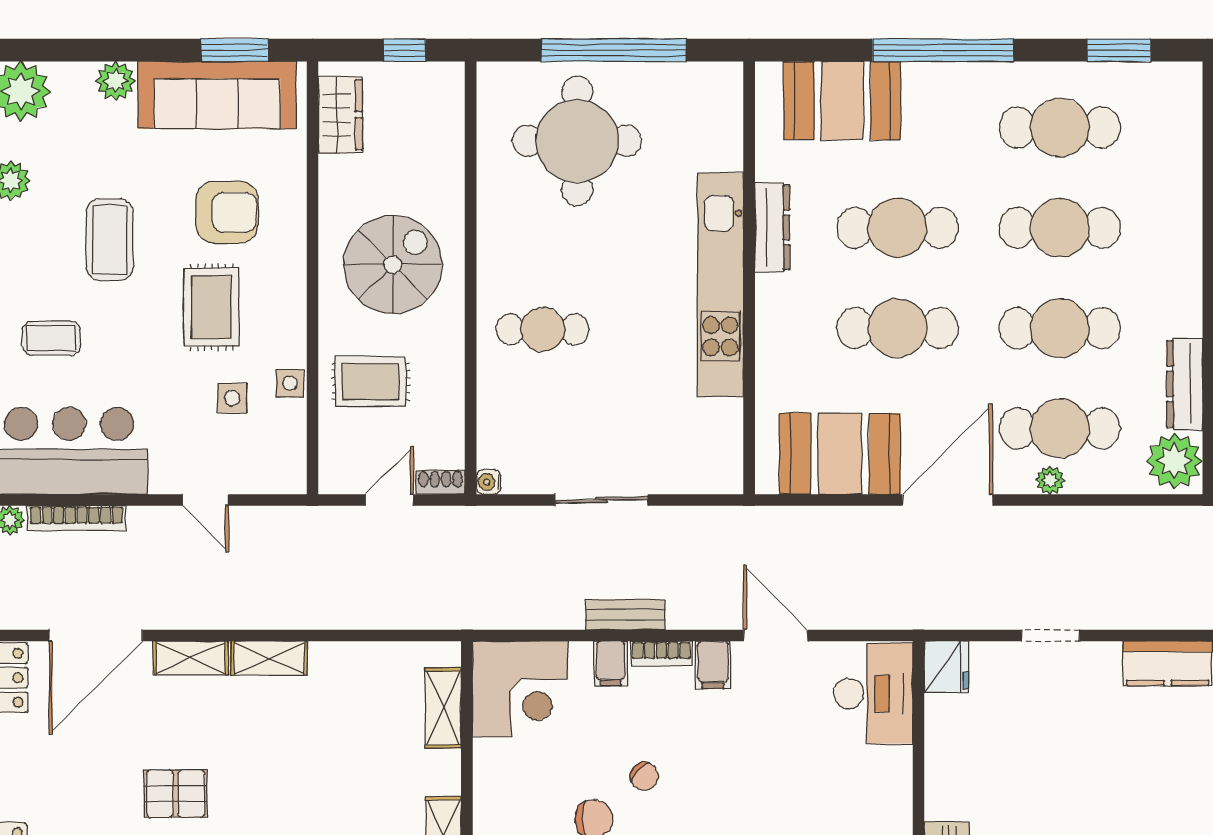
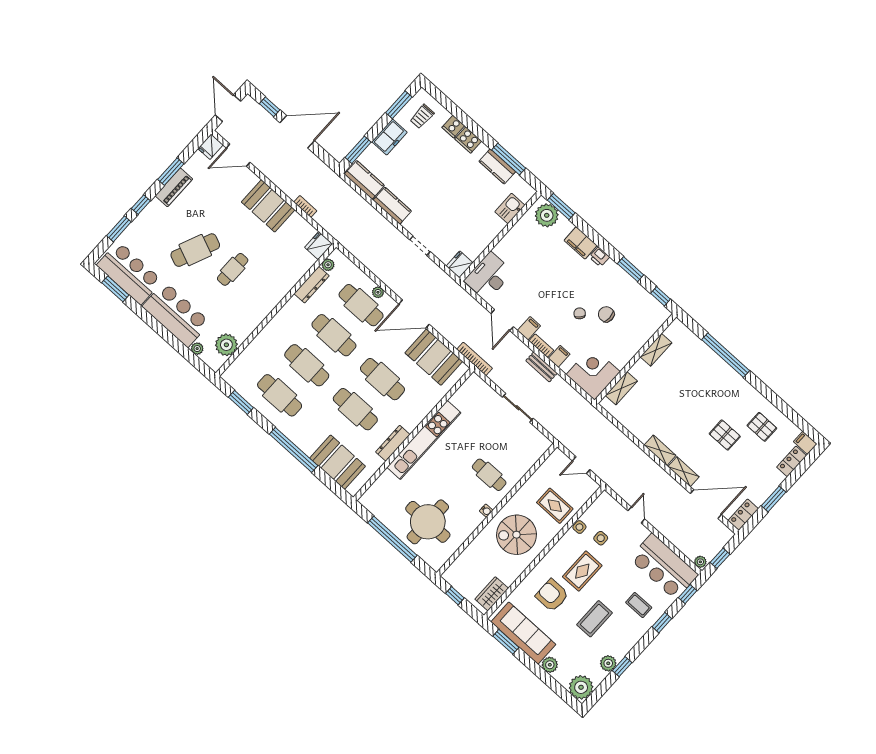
plant: (1174, 461) -> (328, 265), width x0.53, depth x0.53
shoe rack: (440, 482) -> (561, 457), removed
water cooler: (489, 482) -> (486, 511), moved
bookcase: (76, 518) -> (475, 359), moved

